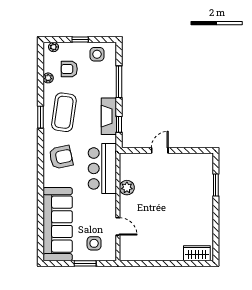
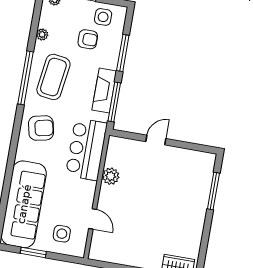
armchair: (69, 69) -> (88, 39), moved, turned 180
window: (40, 117) -> (25, 78), width x2.11
window: (119, 124) -> (114, 102), width x2.17
window: (216, 185) -> (213, 191), width x1.44
window: (85, 263) -> (33, 252), moved

